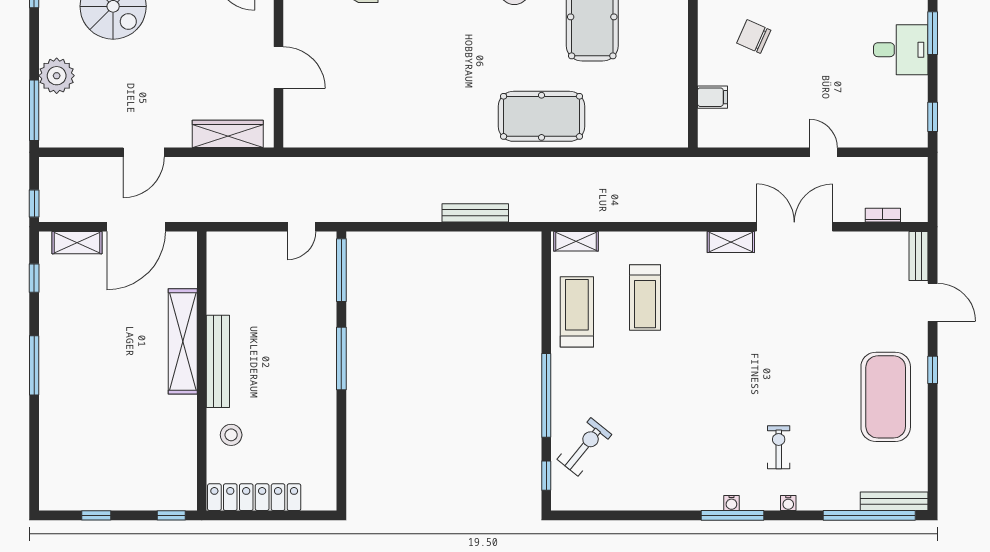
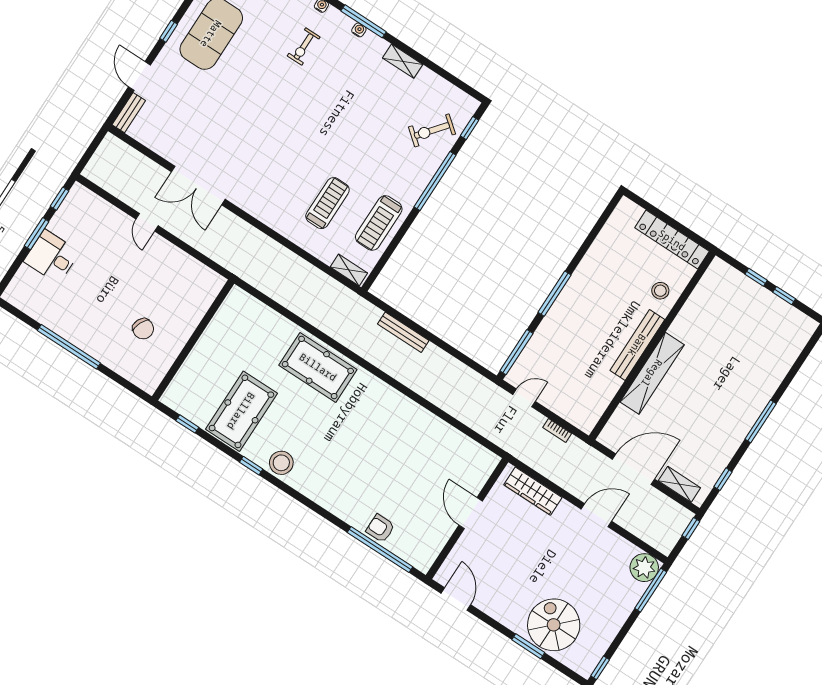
window: (933, 33) -> (37, 234), moved
plant: (57, 76) -> (644, 568), moved
filing cabinet: (712, 97) -> (197, 307), removed
bookcase: (883, 215) -> (557, 430), moved
shelving: (731, 242) -> (403, 61), moved
window: (171, 515) -> (756, 277), moved

